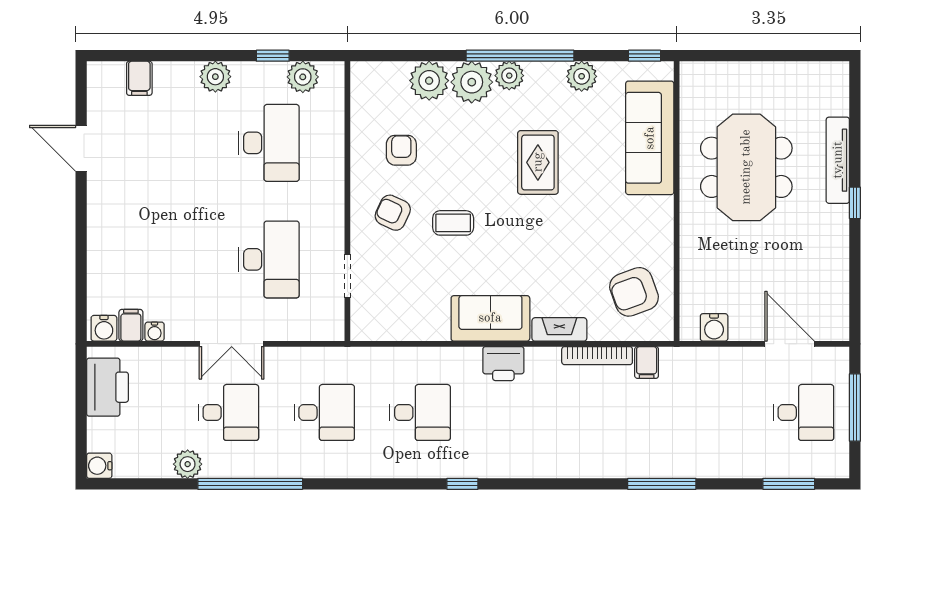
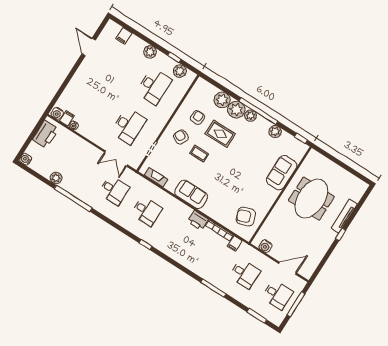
sofa: (650, 138) -> (282, 173), width x0.73
rug: (538, 162) -> (220, 134), moved, turned 90
fireplace: (559, 329) -> (156, 177), moved
double door: (232, 344) -> (116, 159), moved
door: (790, 344) -> (288, 268), hinge flipped
printer: (503, 364) -> (198, 220), moved
desk: (228, 412) -> (245, 274), moved

